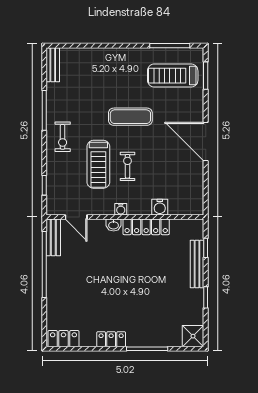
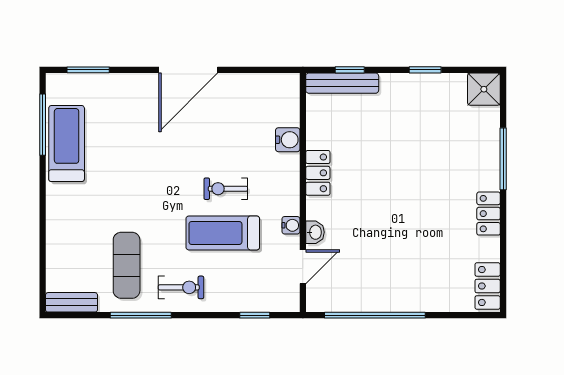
treadmill: (173, 76) -> (67, 144), moved, turned 180
exercise mat: (130, 117) -> (127, 265), moved
treadmill: (98, 164) -> (223, 233), turned 180
water cooler: (121, 209) -> (291, 225), moved
washbasin: (114, 225) -> (315, 232), moved
locker: (146, 227) -> (318, 173), width x0.66
bench: (53, 237) -> (334, 302), removed
bench: (197, 264) -> (342, 83), moved

